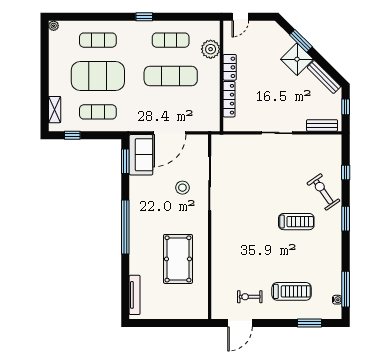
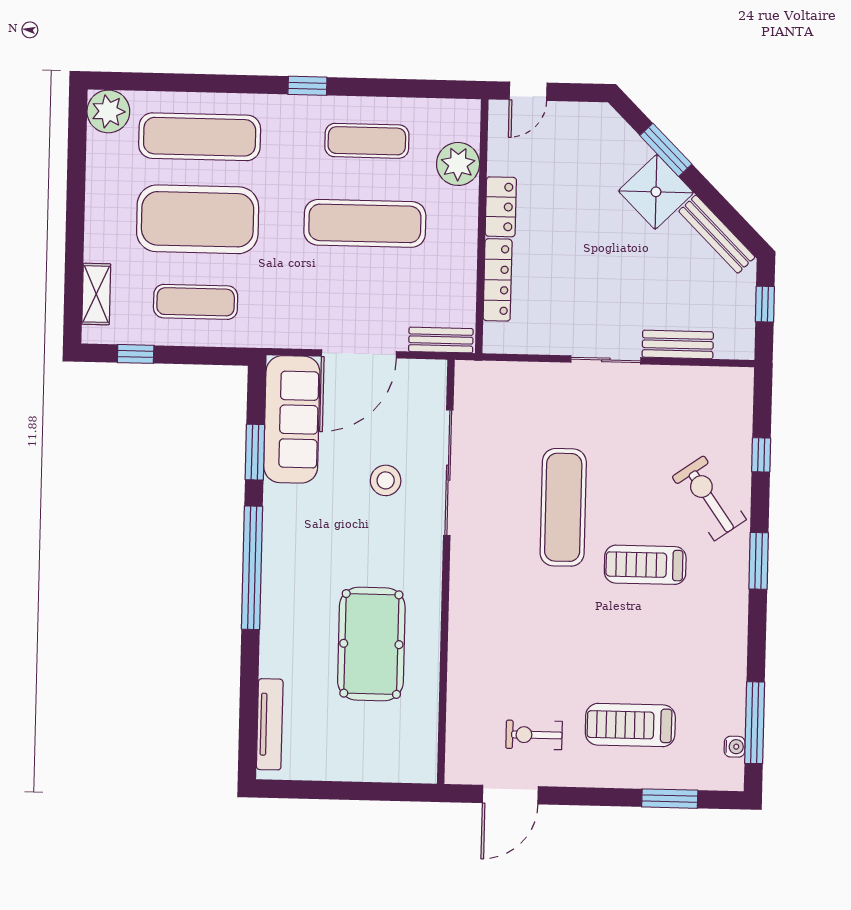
plant: (54, 26) -> (108, 111), width x1.88, depth x1.88
exercise mat: (98, 40) -> (200, 137), width x1.36, depth x1.45
bench: (322, 125) -> (678, 345), moved
bench: (205, 126) -> (441, 340), added
sofa: (141, 155) -> (292, 419), width x1.36
window: (125, 161) -> (255, 452), moved
exercise mat: (260, 197) -> (563, 507), added
treadmill: (296, 222) -> (645, 565), turned 180
treadmill: (292, 291) -> (630, 725), turned 180

